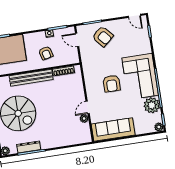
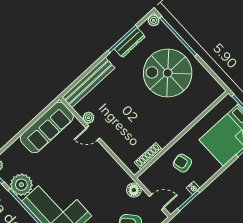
floor lamp: (86, 56) -> (134, 190), added
bench: (31, 78) -> (88, 83), moved
armchair: (112, 84) -> (84, 179), removed
door: (88, 107) -> (93, 133), swing flipped

